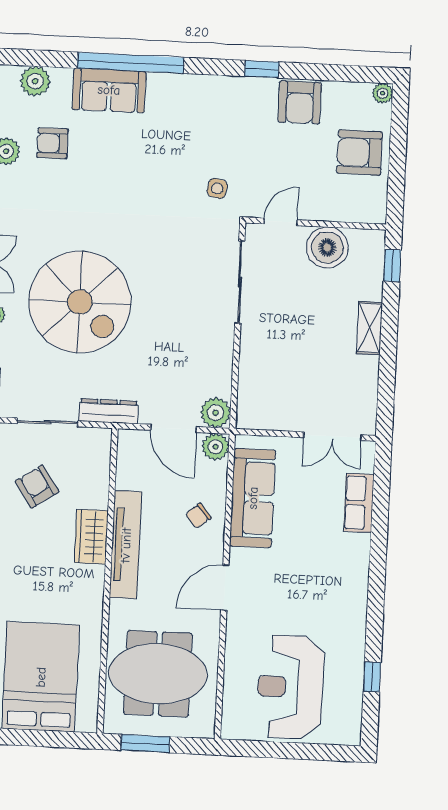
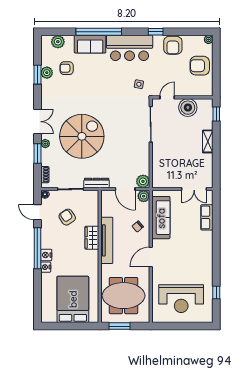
bar counter: (200, 104) -> (130, 48), added
spiral stairs: (80, 302) -> (82, 136), turned -90
reception desk: (290, 687) -> (181, 299), turned -90

